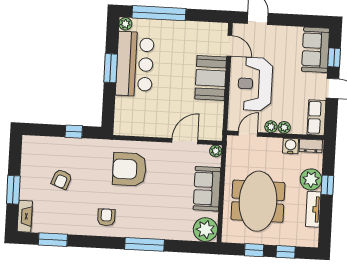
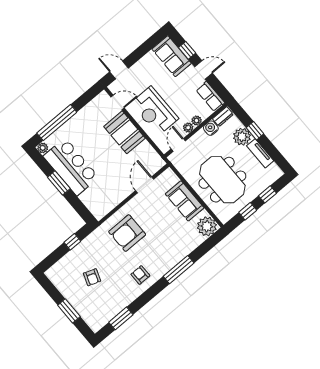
plant: (216, 151) -> (169, 173), removed
fireplace: (25, 216) -> (91, 320), removed

